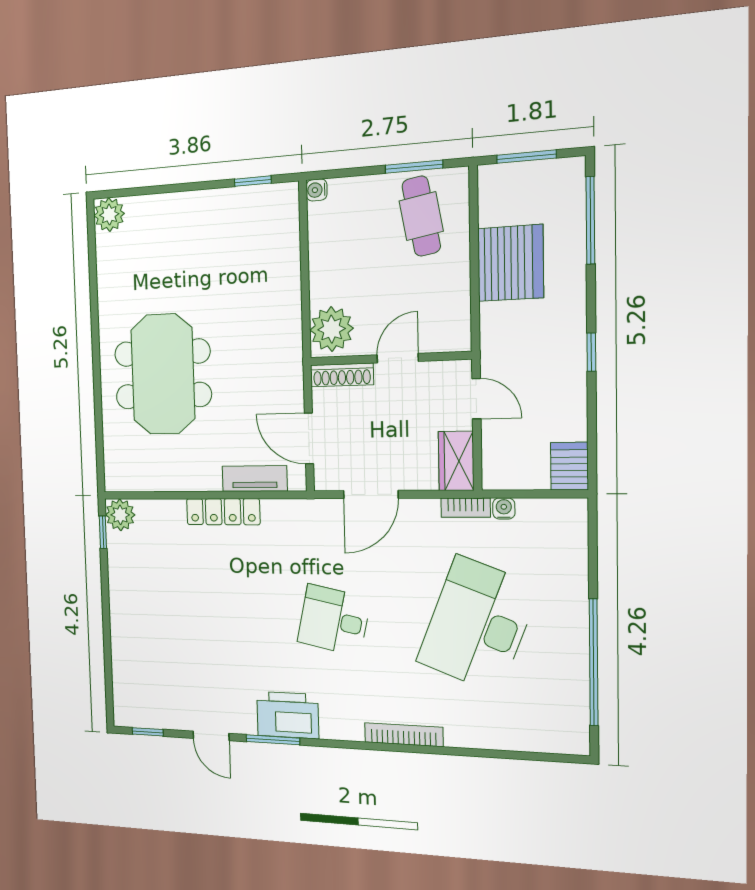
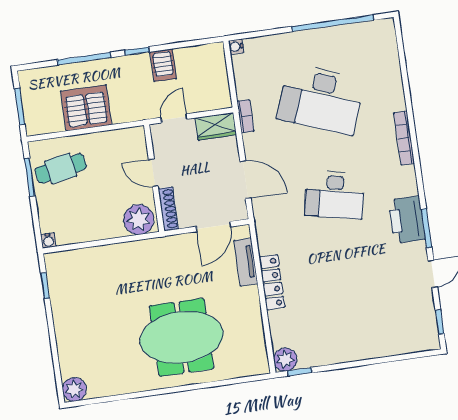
window: (590, 220) -> (84, 59), moved
server rack: (569, 466) -> (163, 65), moved, turned -90
water cooler: (504, 509) -> (236, 47), moved
desk: (334, 620) -> (335, 195), width x1.37

